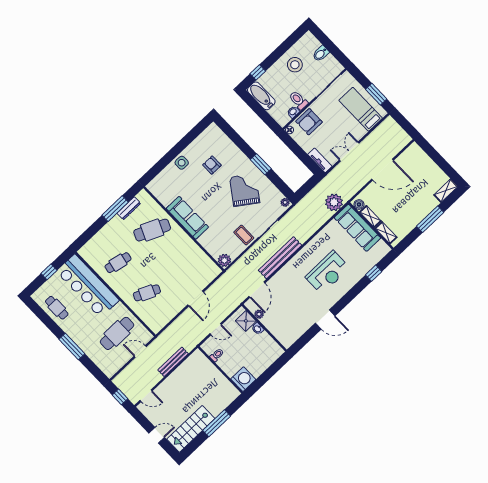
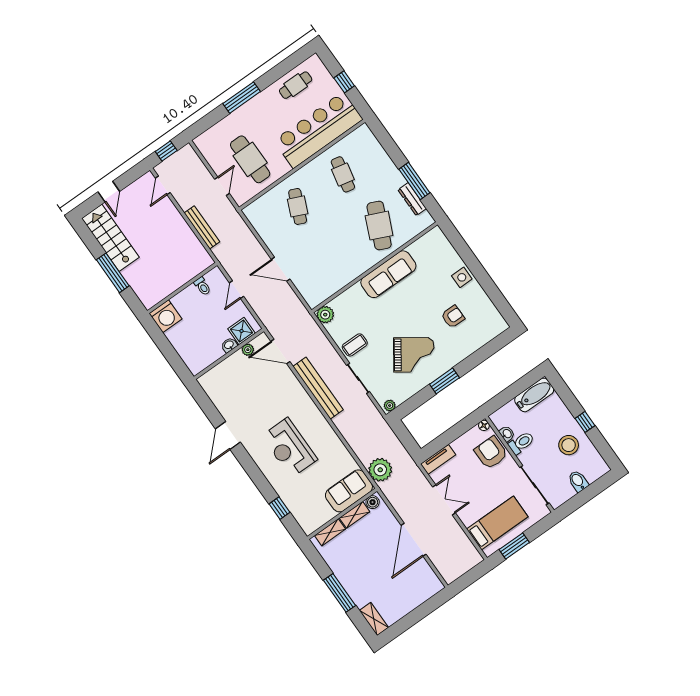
window: (258, 72) -> (585, 422), moved
sofa: (357, 228) -> (349, 491), width x0.73

